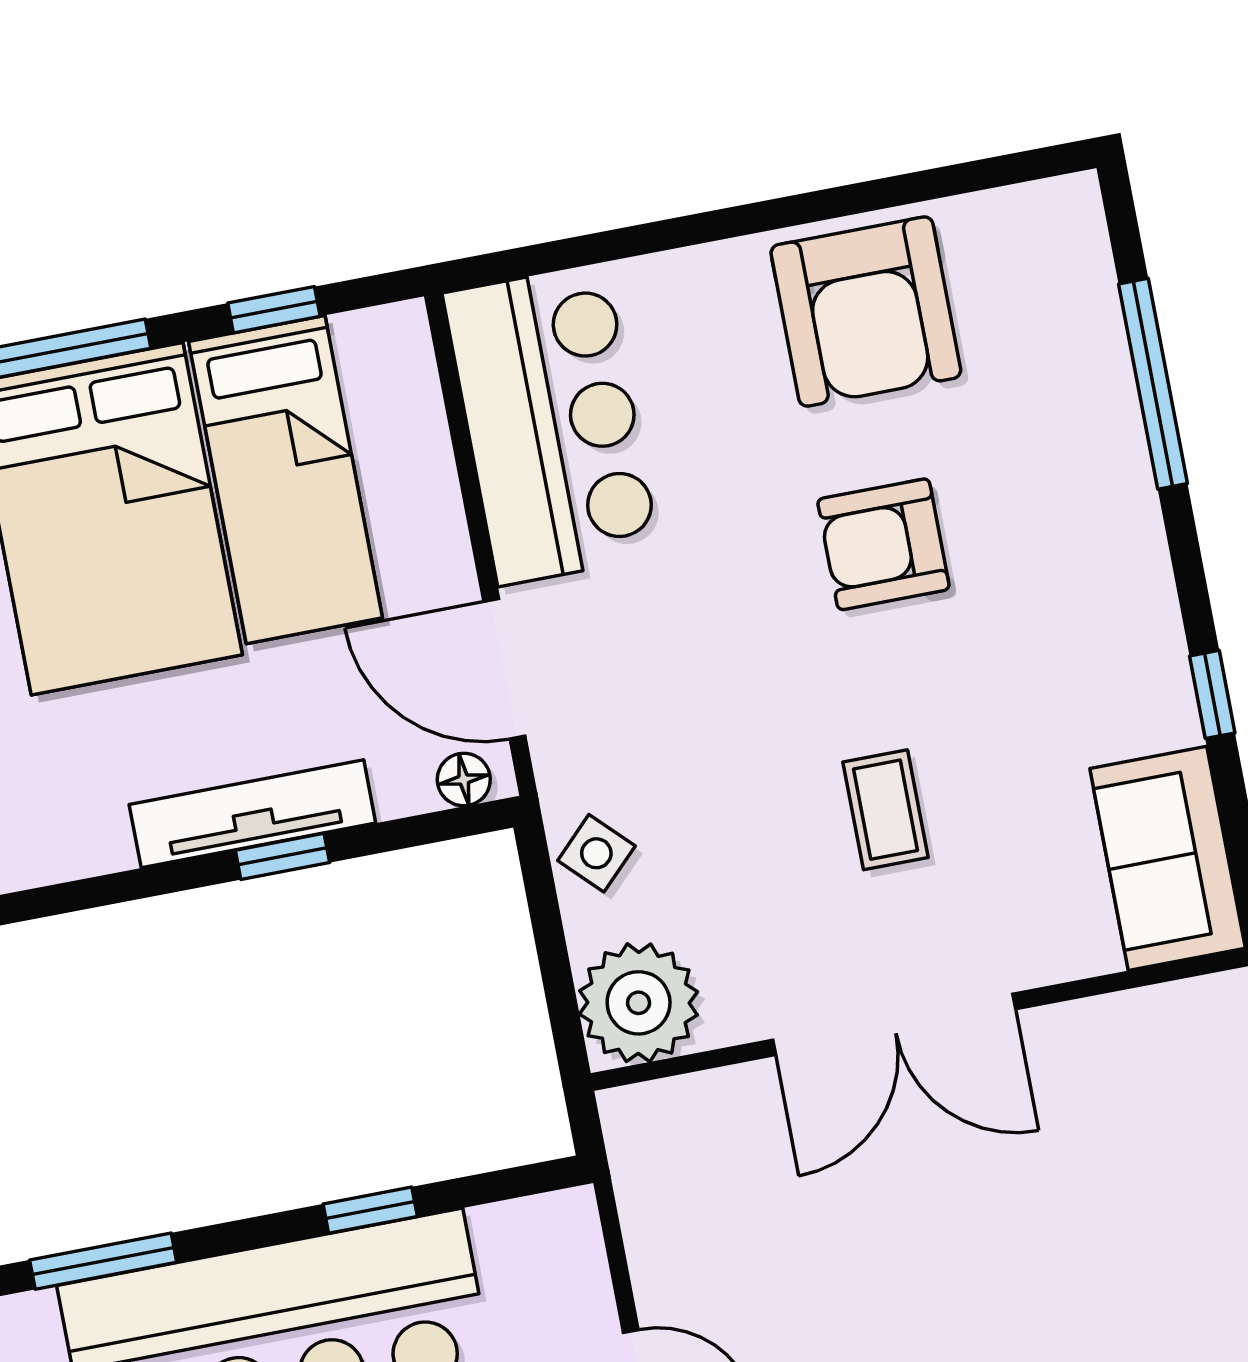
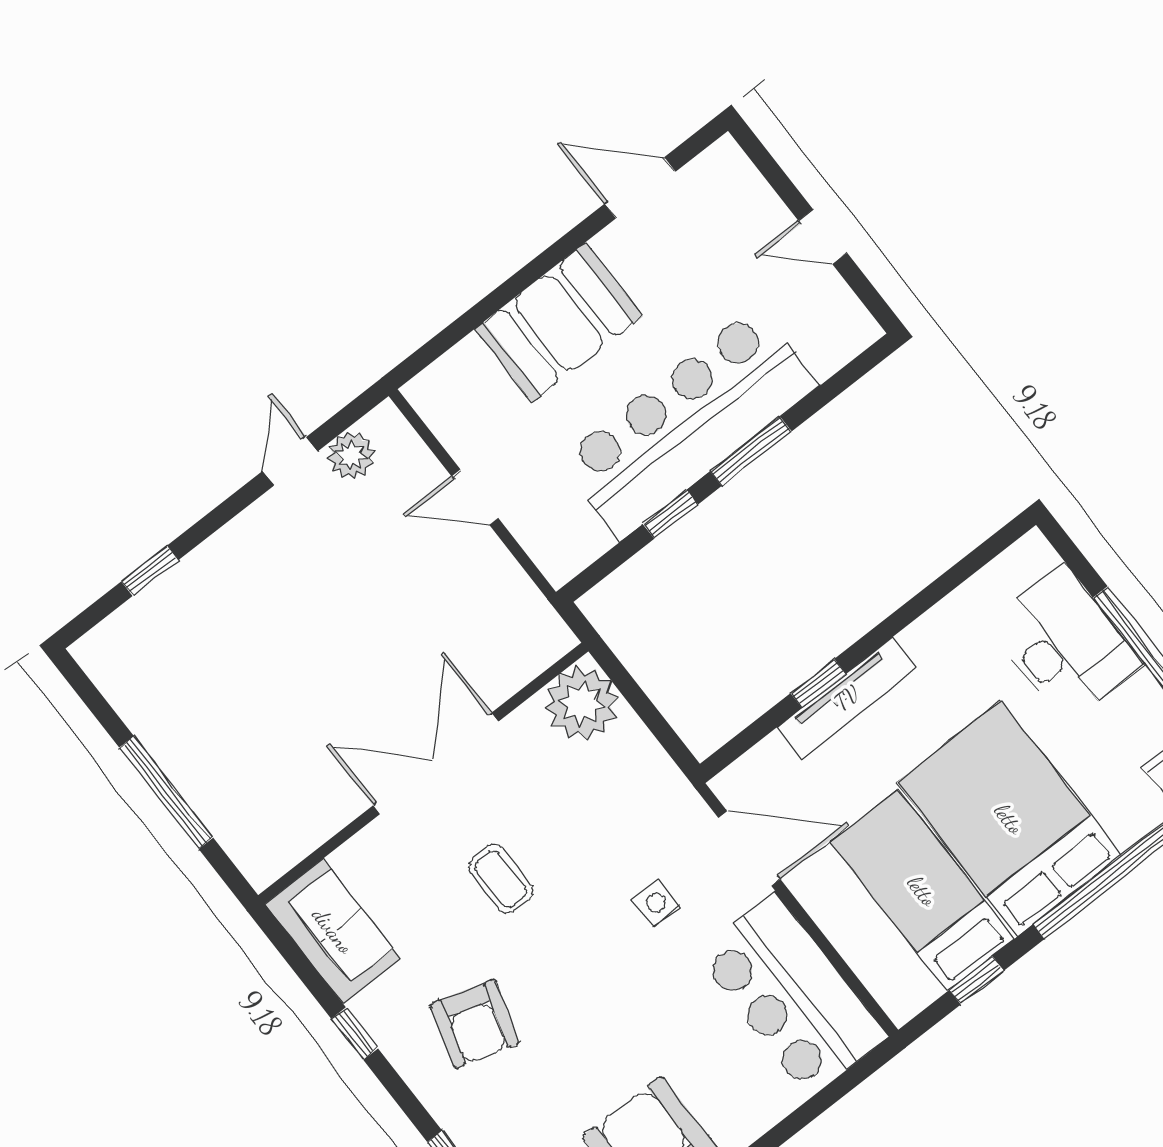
armchair: (883, 544) -> (475, 1024), moved, turned 107
floor lamp: (464, 780) -> (740, 776), removed
side table: (596, 853) -> (656, 903), moved, turned 45
window: (103, 1261) -> (751, 451), moved

